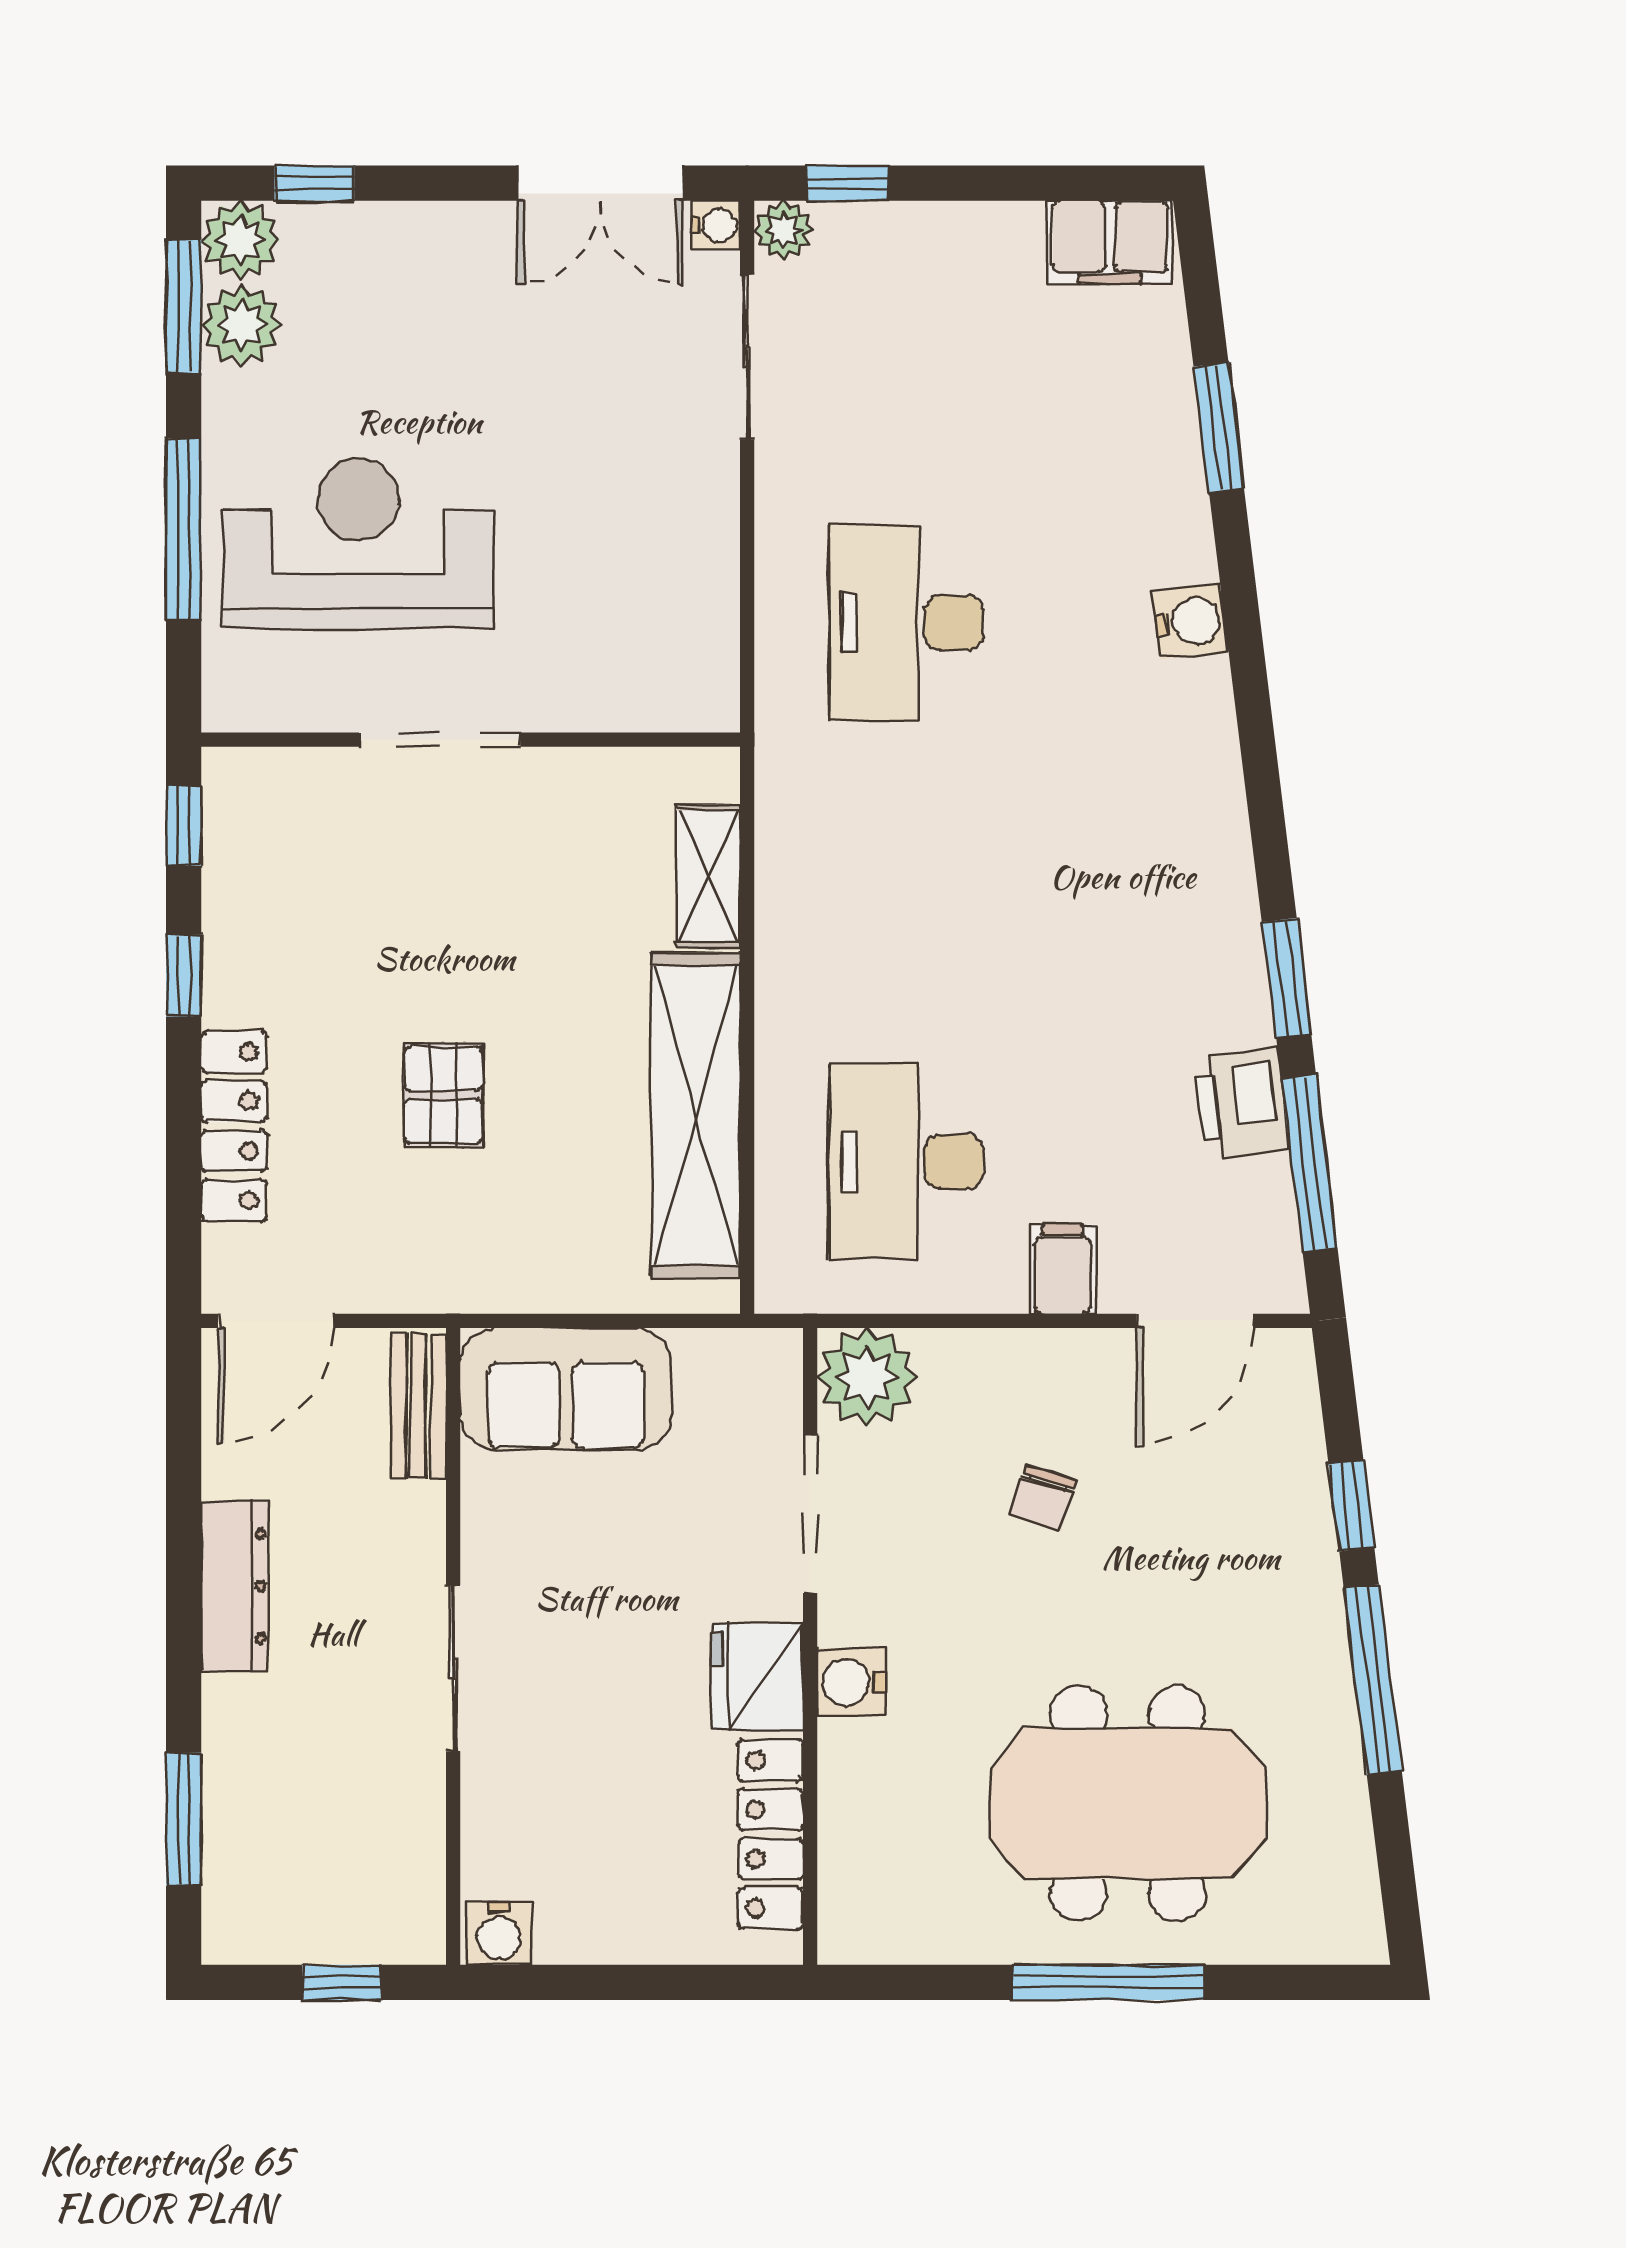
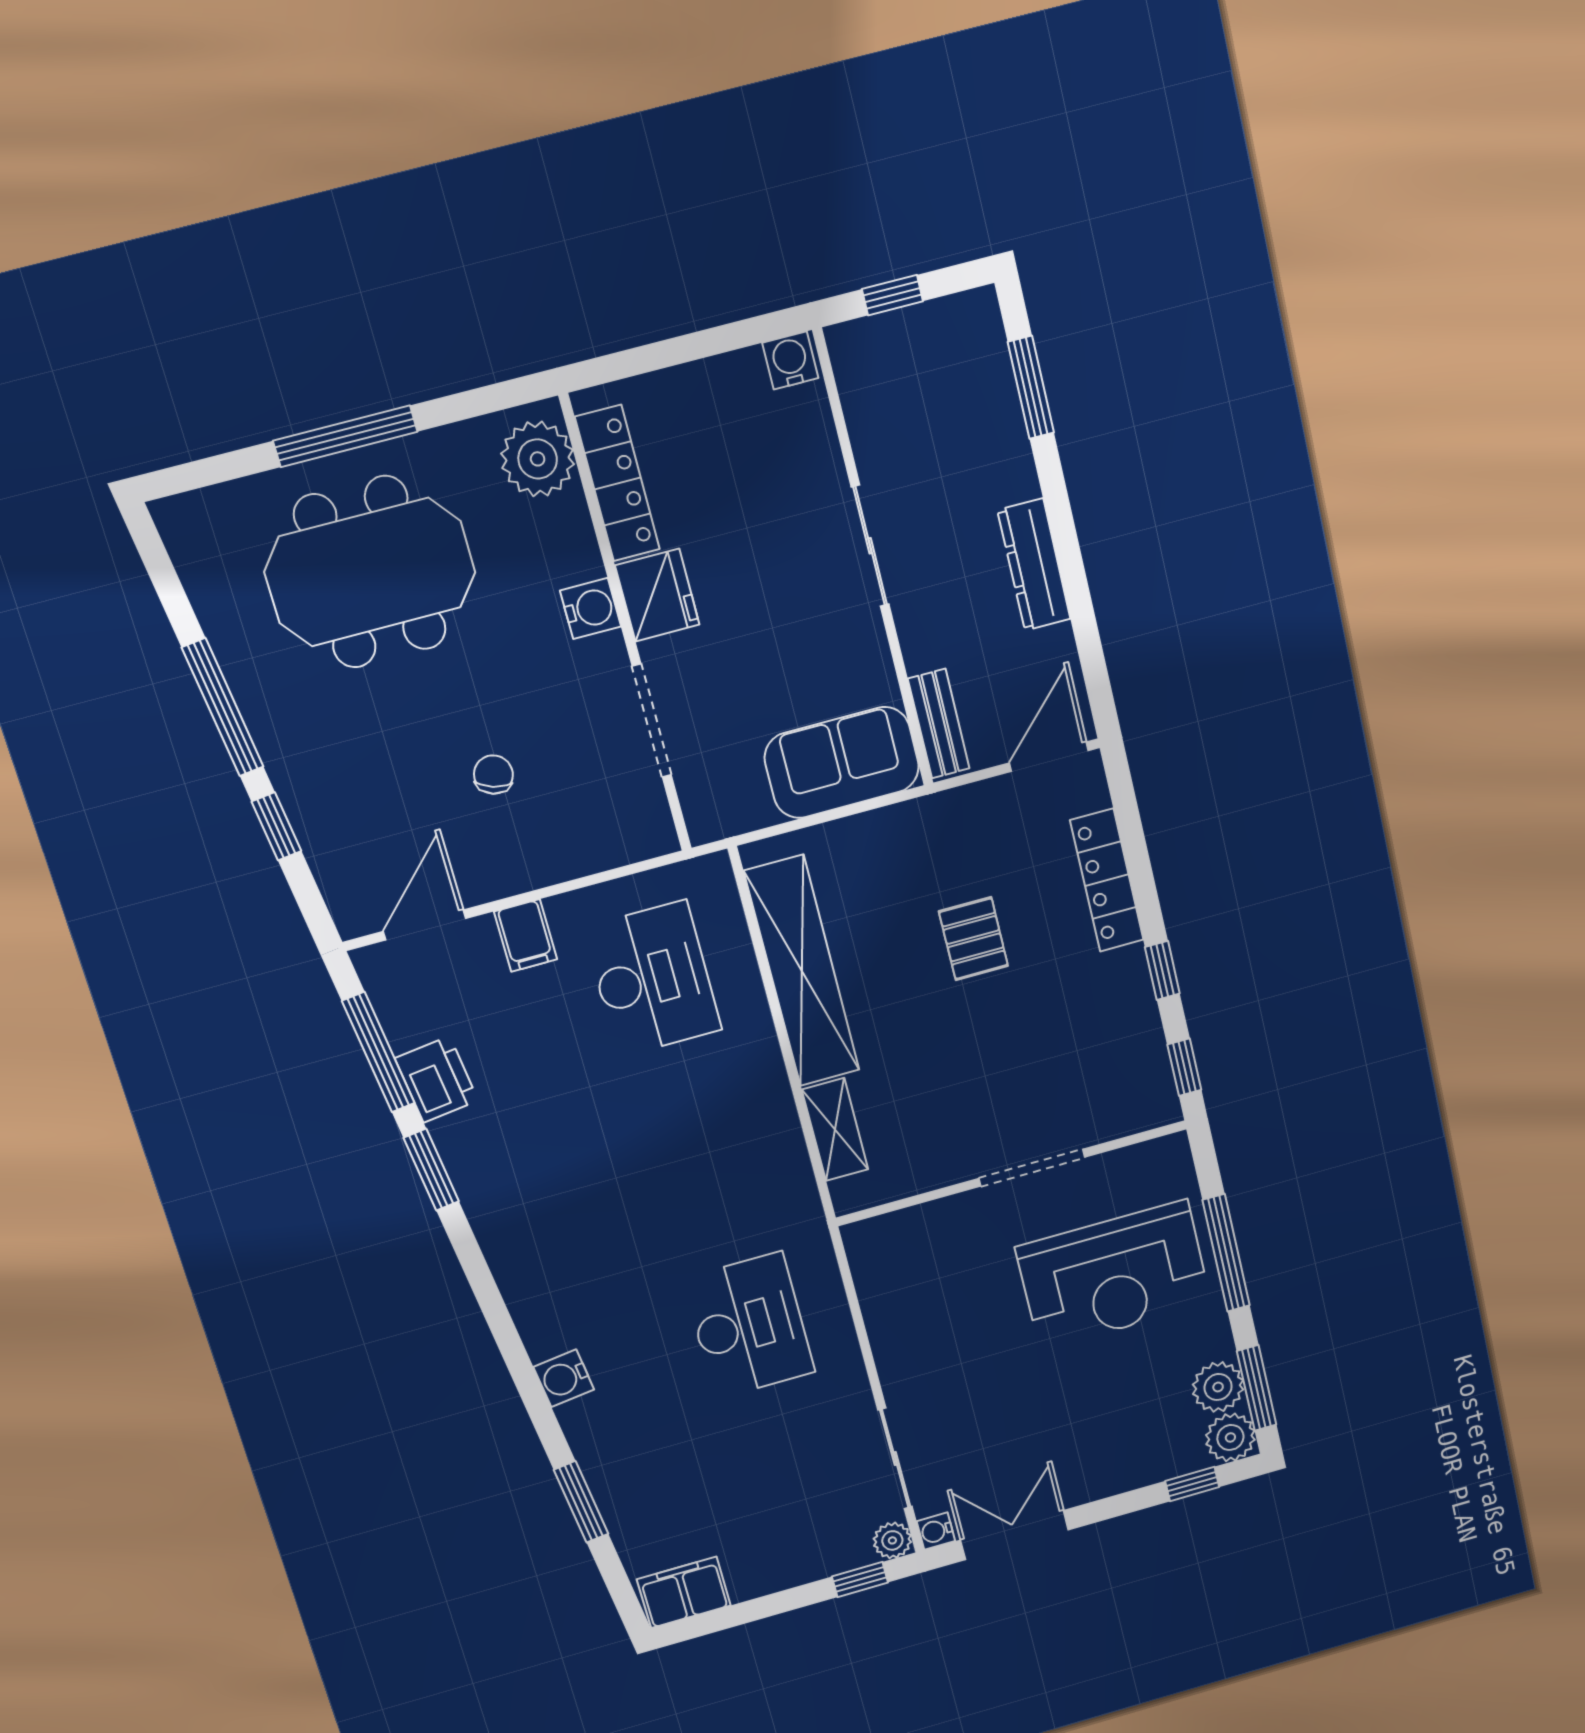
plant: (867, 1377) -> (538, 459), moved

